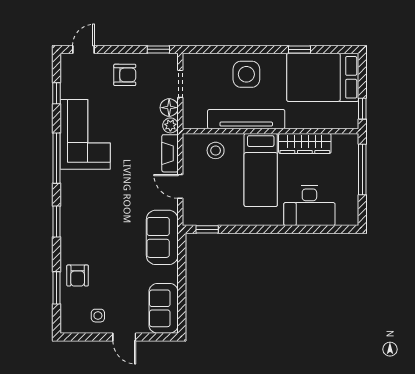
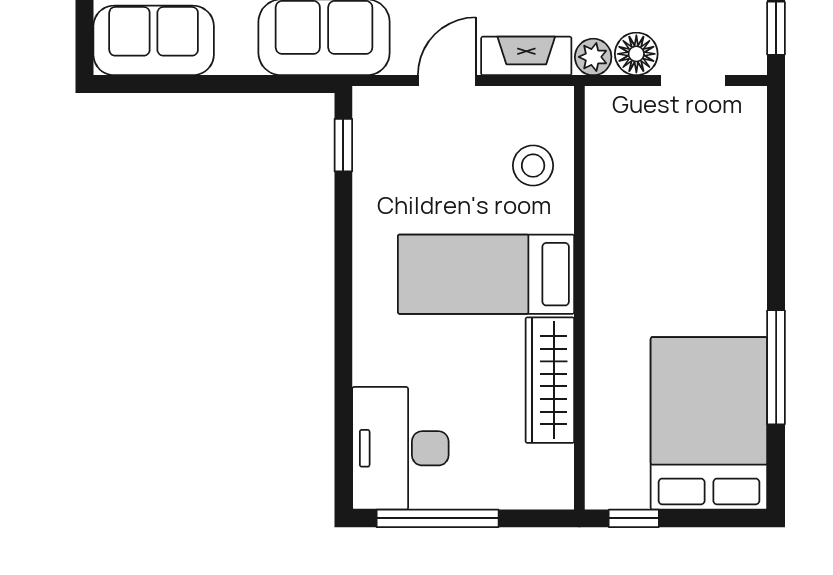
window: (300, 49) -> (776, 367), width x2.17
side table: (246, 74) -> (716, 240), removed
tv unit: (246, 119) -> (608, 239), removed
window: (362, 170) -> (438, 518), moved
desk: (309, 206) -> (400, 448), moved

